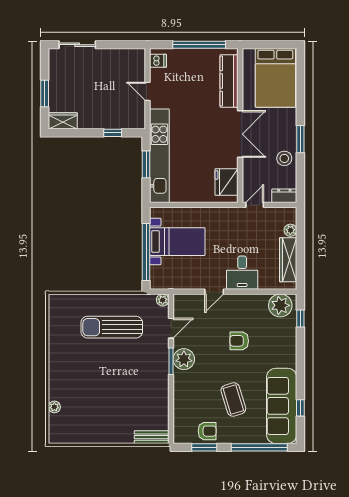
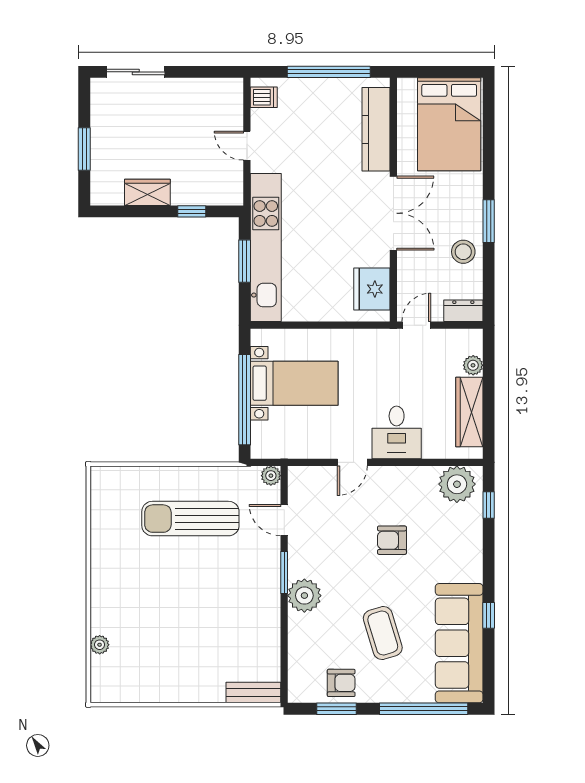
wardrobe: (63, 121) -> (147, 192), moved
door: (171, 328) -> (284, 520), swing flipped
plant: (184, 359) -> (304, 596), moved
window: (300, 408) -> (489, 615), moved

